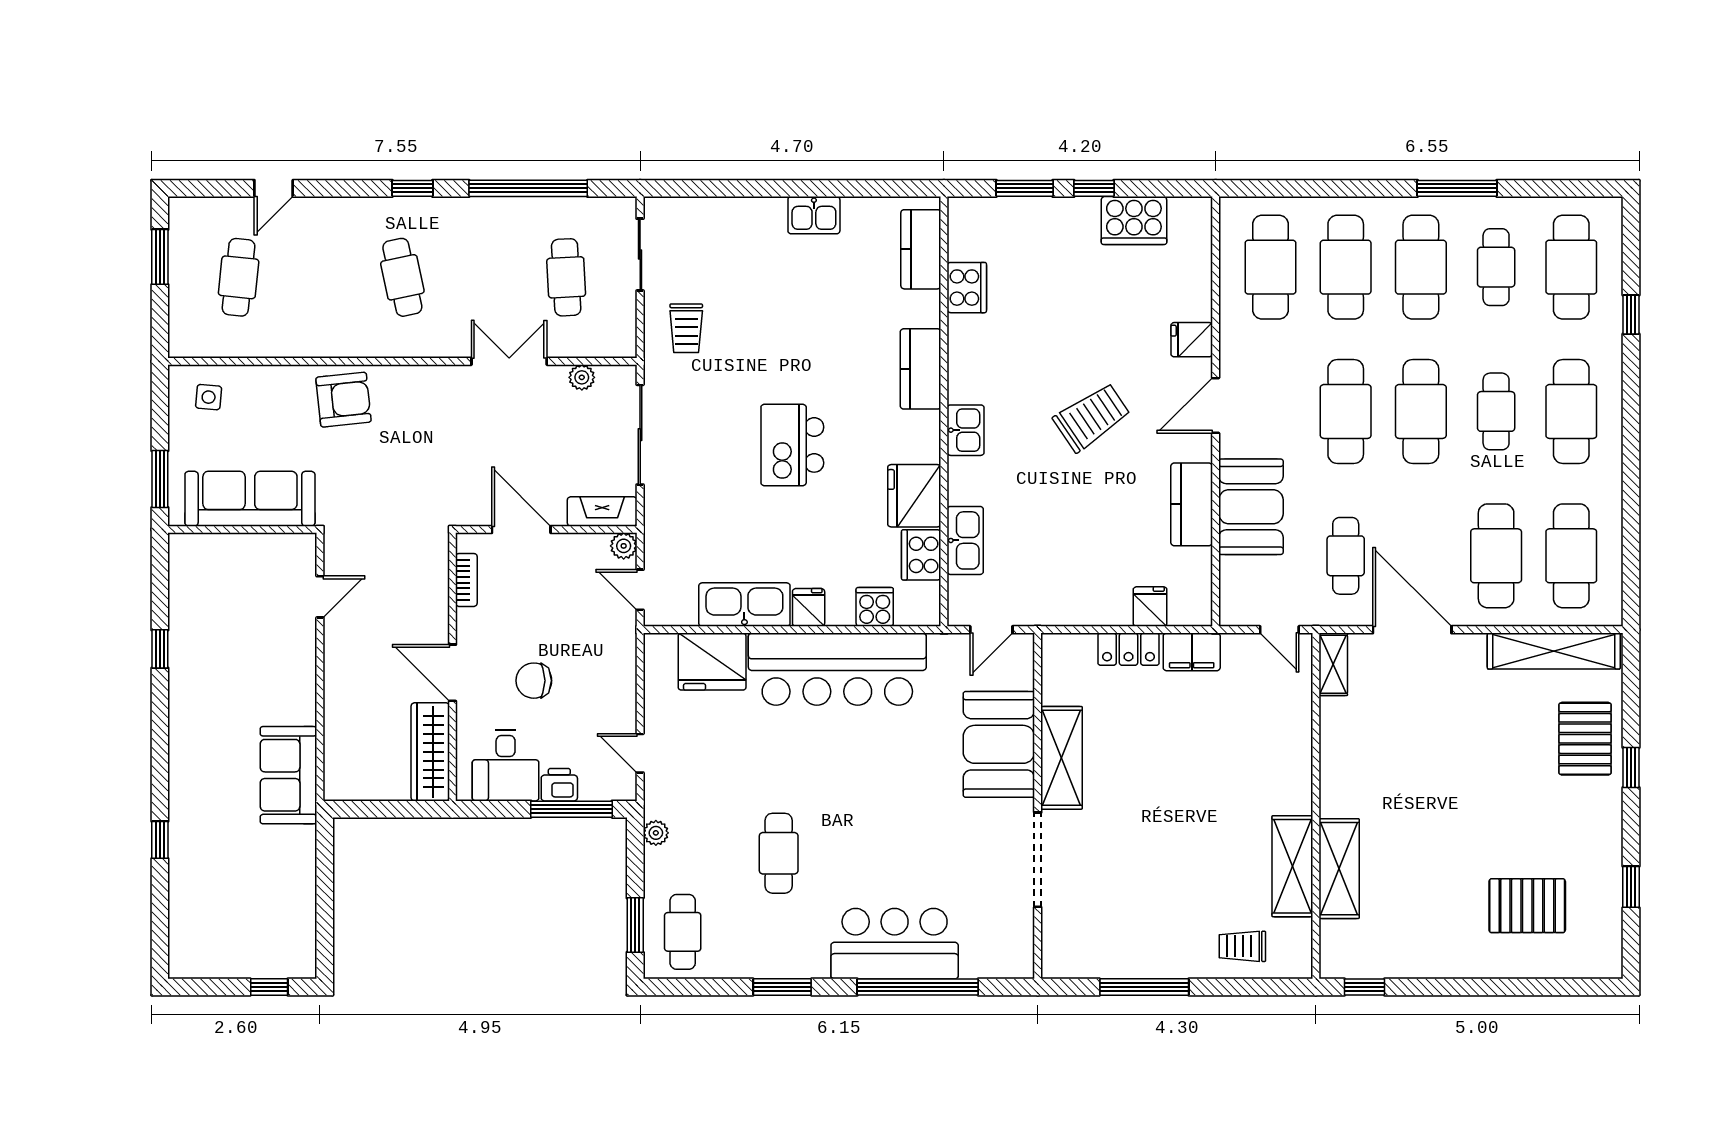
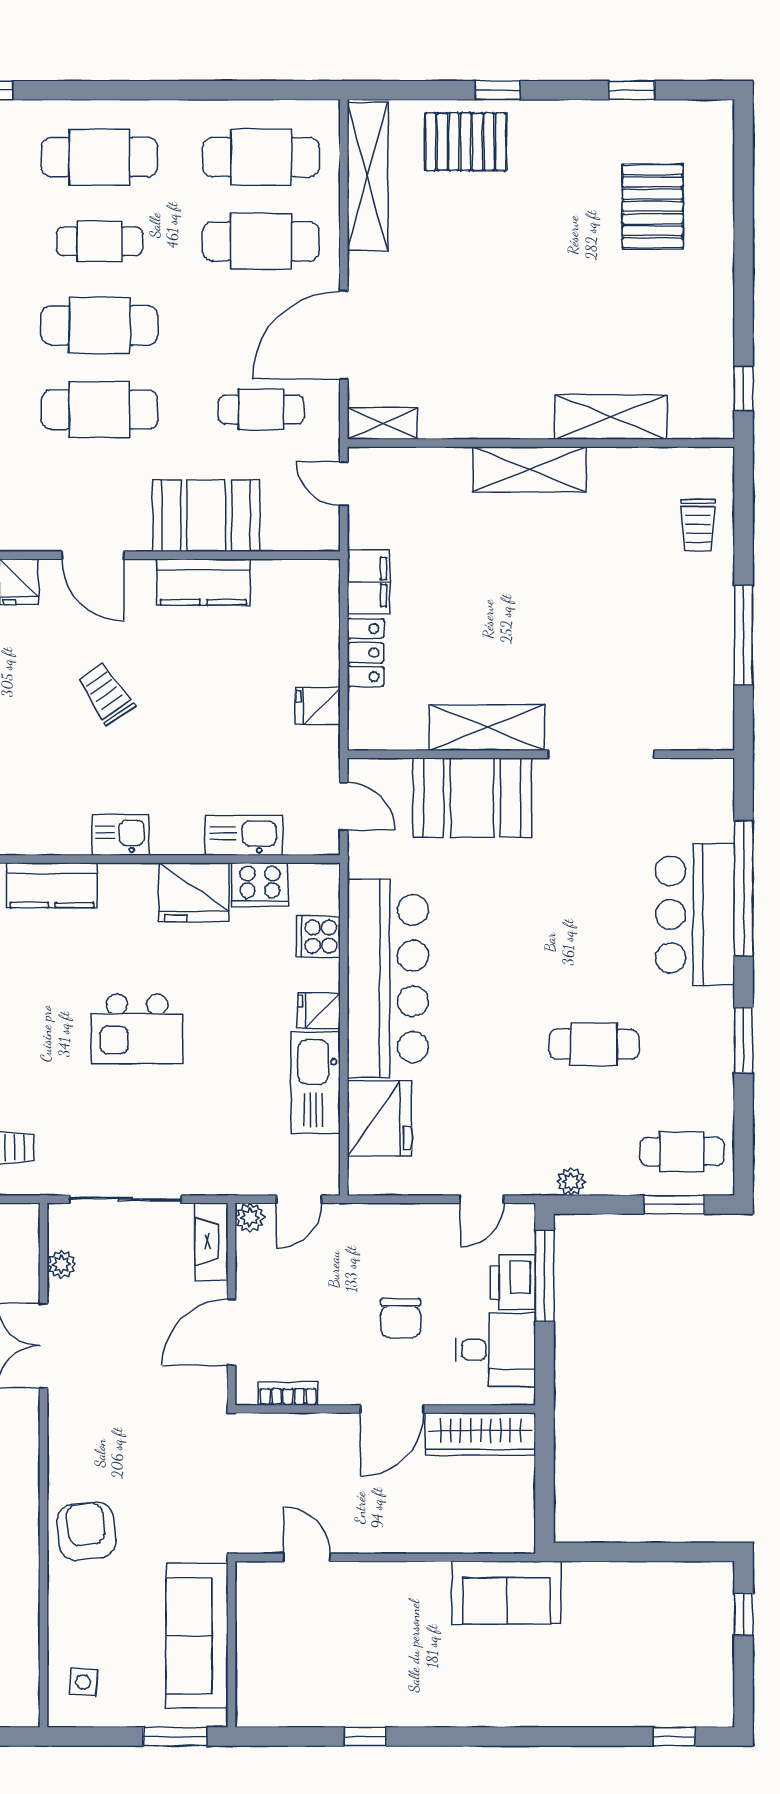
trolley: (1092, 417) -> (106, 694), width x0.73, depth x0.72
fridge: (1150, 607) -> (318, 706), moved
door: (1279, 630) -> (344, 484), swing flipped
printer: (559, 785) -> (513, 1282), width x1.36, depth x1.24
window: (160, 840) -> (674, 1737), moved
shelving: (1292, 866) -> (530, 469), moved

